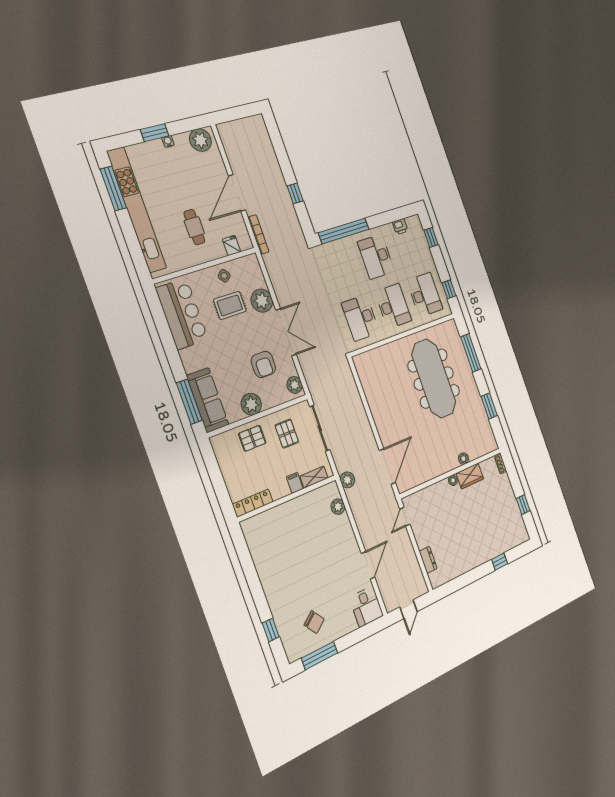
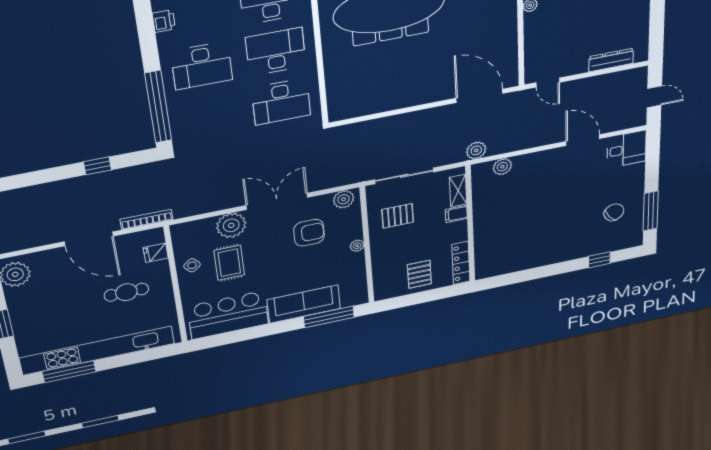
water cooler: (168, 141) -> (15, 311), removed
sofa: (208, 400) -> (304, 304), moved
plant: (251, 404) -> (357, 246), width x0.53, depth x0.53
pallet: (252, 438) -> (419, 274), moved
dresser: (428, 560) -> (611, 60), width x1.44

